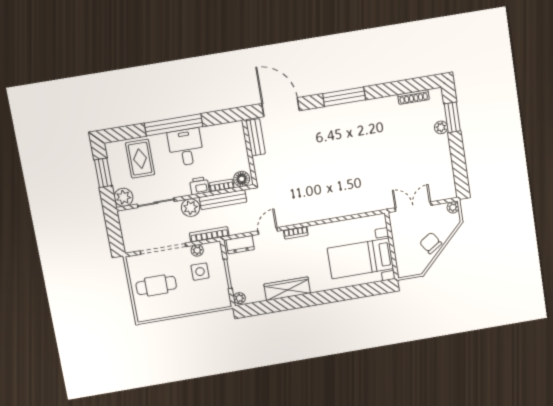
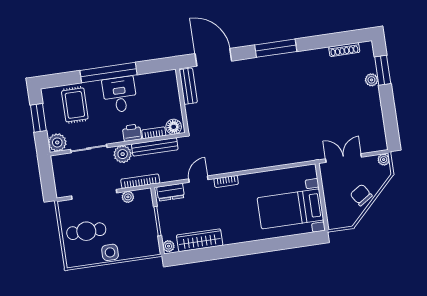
side table: (200, 272) -> (110, 252), moved
wardrobe: (287, 289) -> (200, 240), moved

